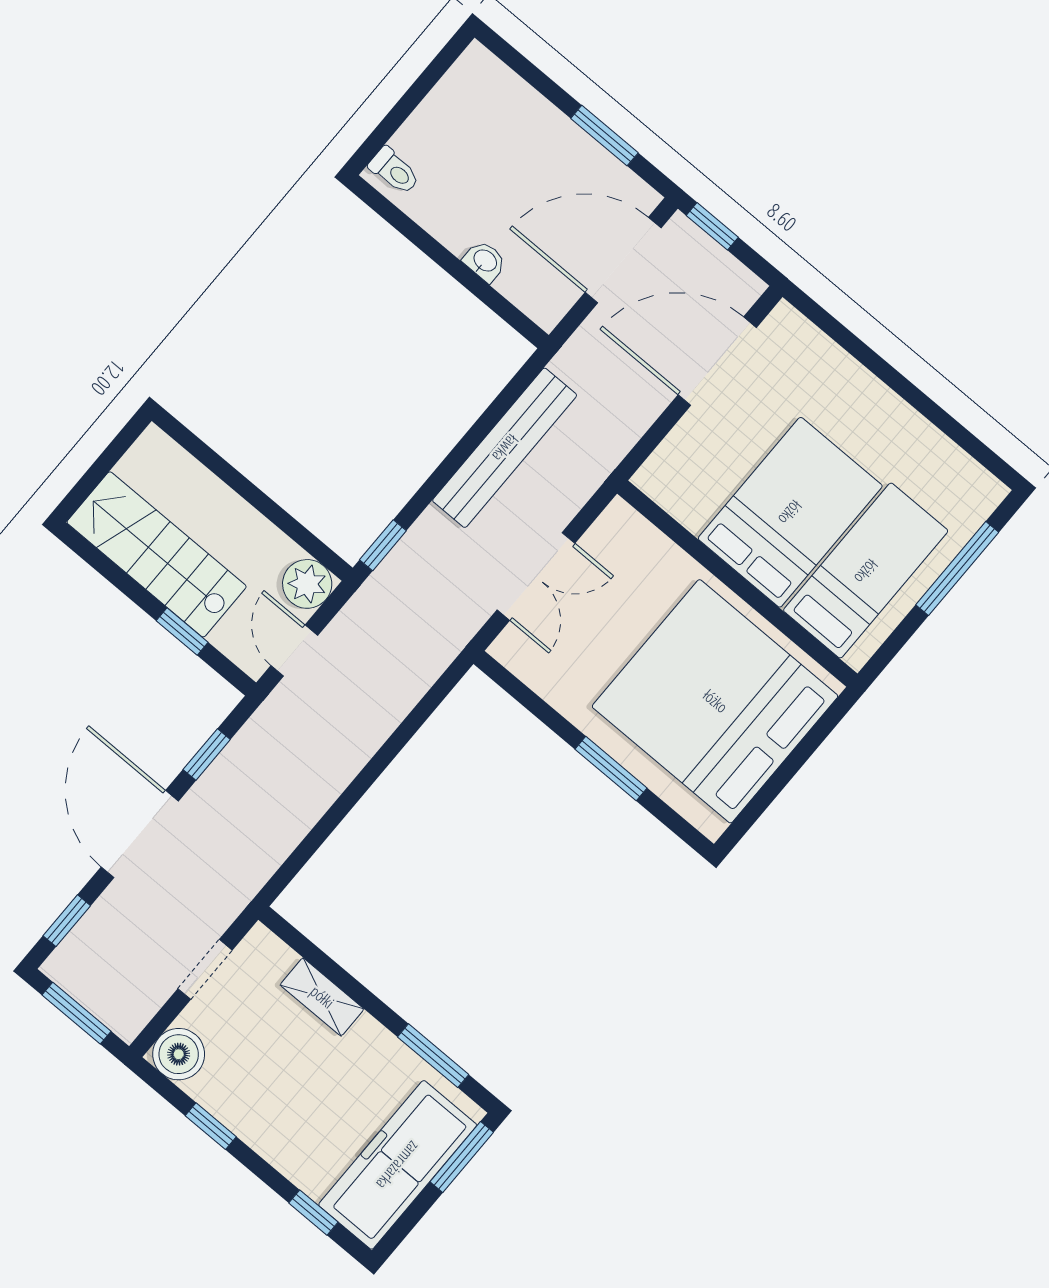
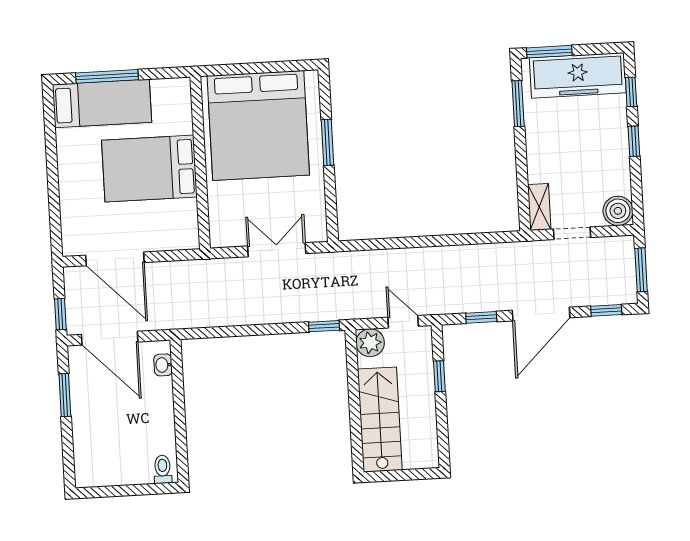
washbasin: (485, 261) -> (163, 365), moved
bench: (505, 448) -> (235, 314), removed
stairs: (157, 554) -> (380, 420), moved, turned 180
bed: (866, 571) -> (102, 103), moved, turned 180
door: (294, 651) -> (403, 322), swing flipped
shelving: (322, 997) -> (539, 207), moved
window: (211, 1126) -> (634, 141), moved

